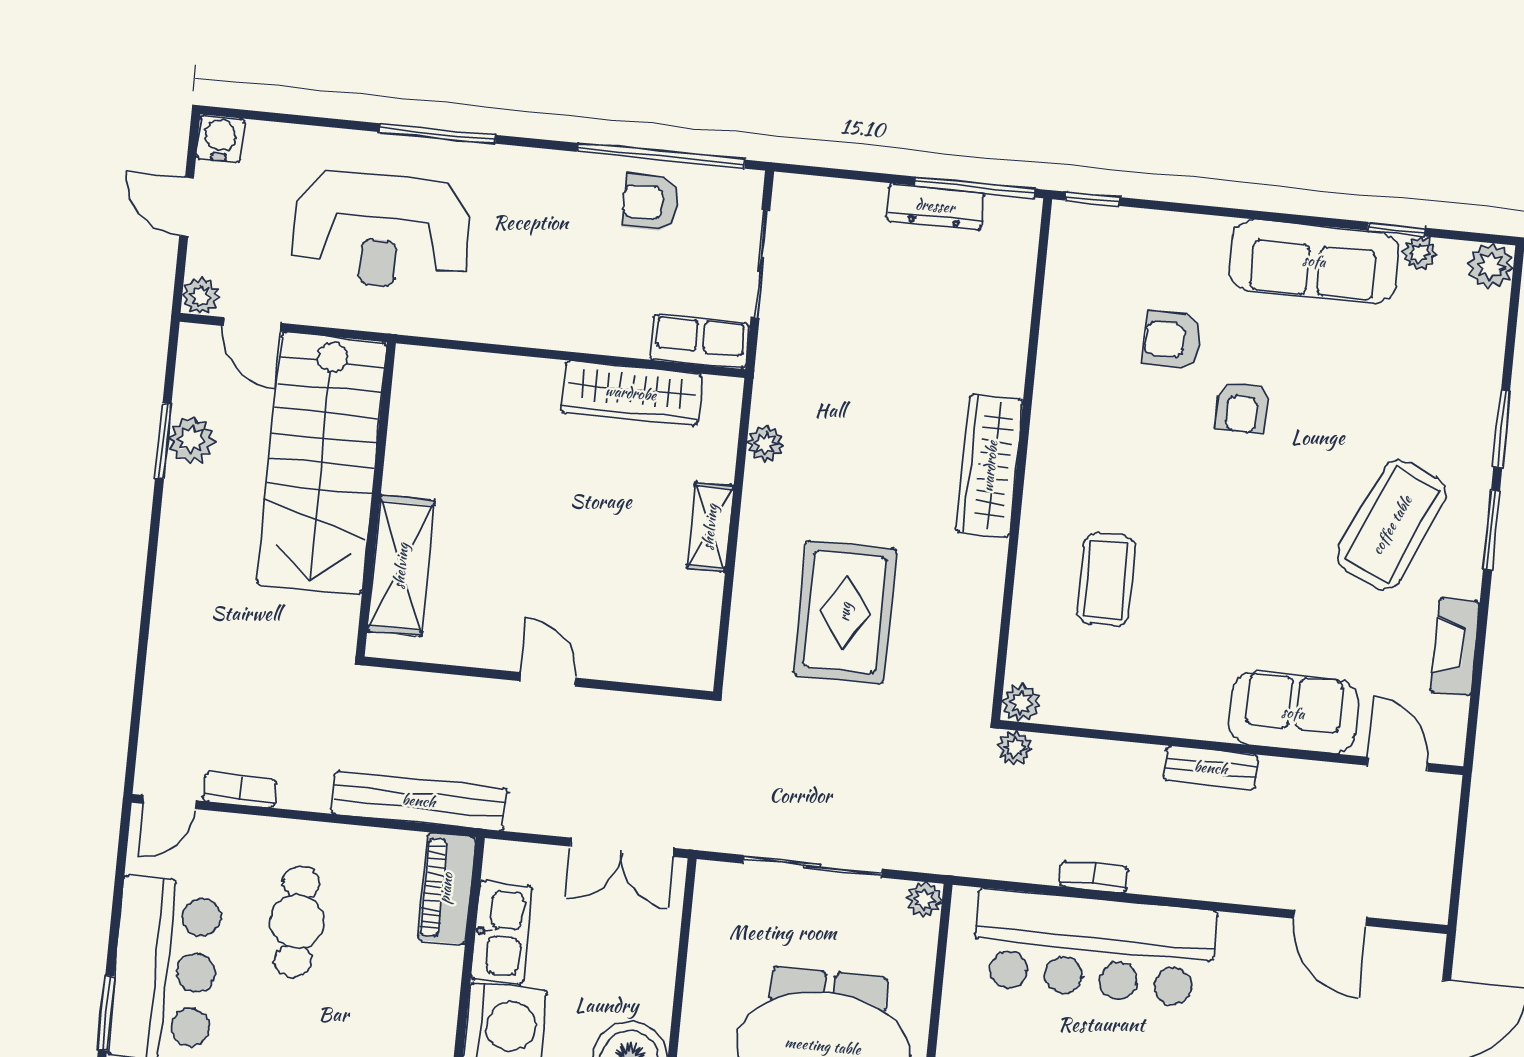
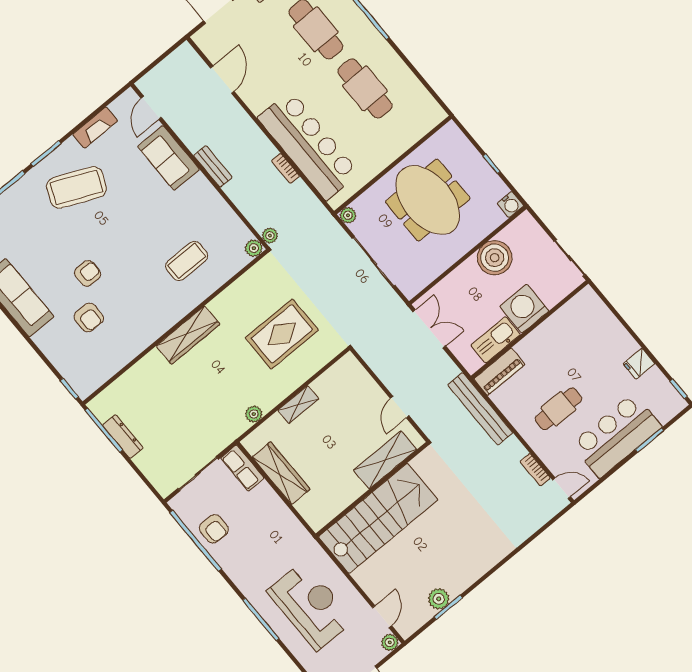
stairs: (322, 463) -> (378, 518), moved
wall: (376, 499) -> (372, 489), moved
shelving: (401, 566) -> (385, 460), moved

